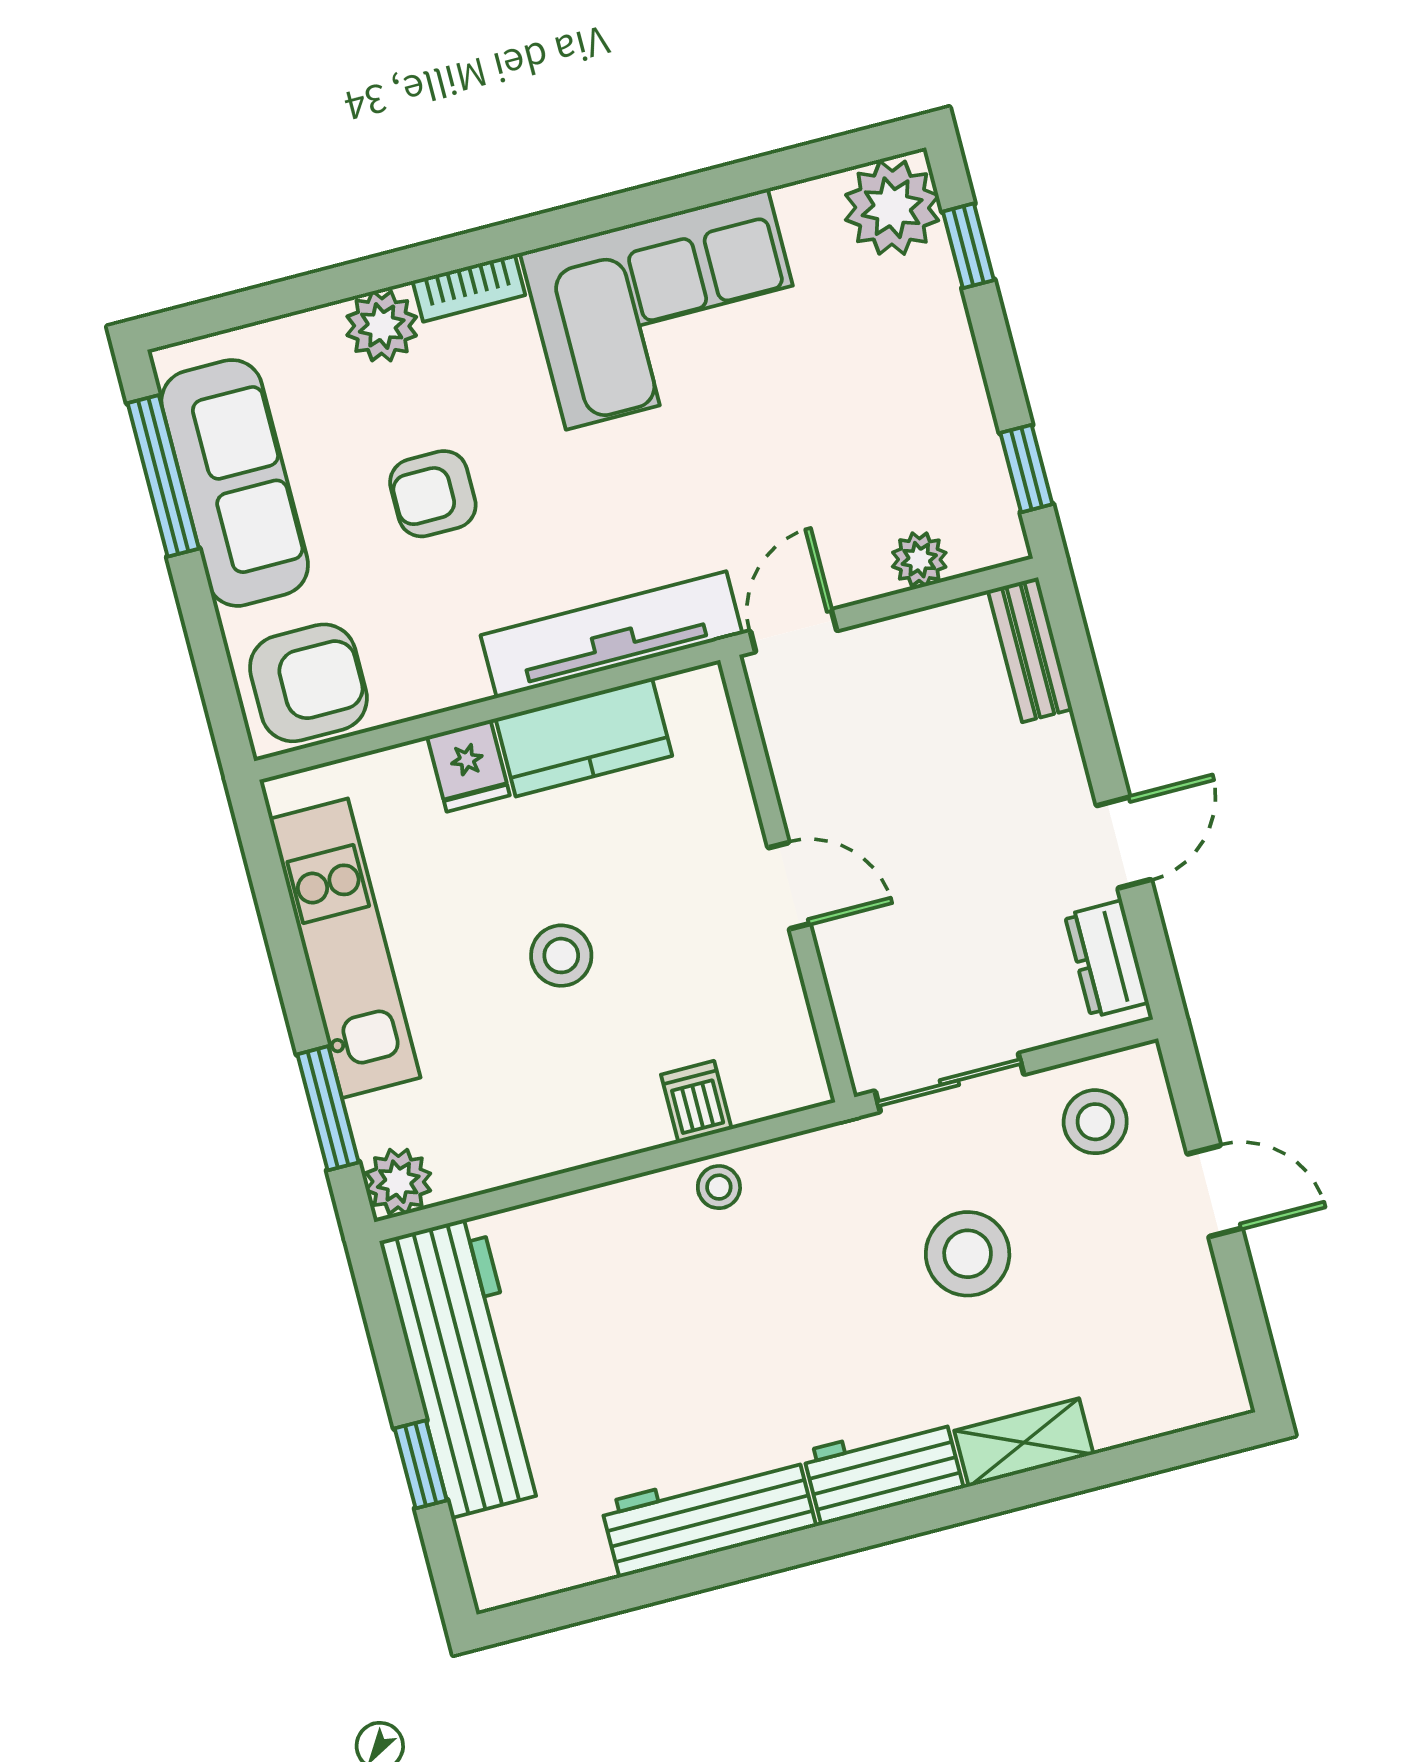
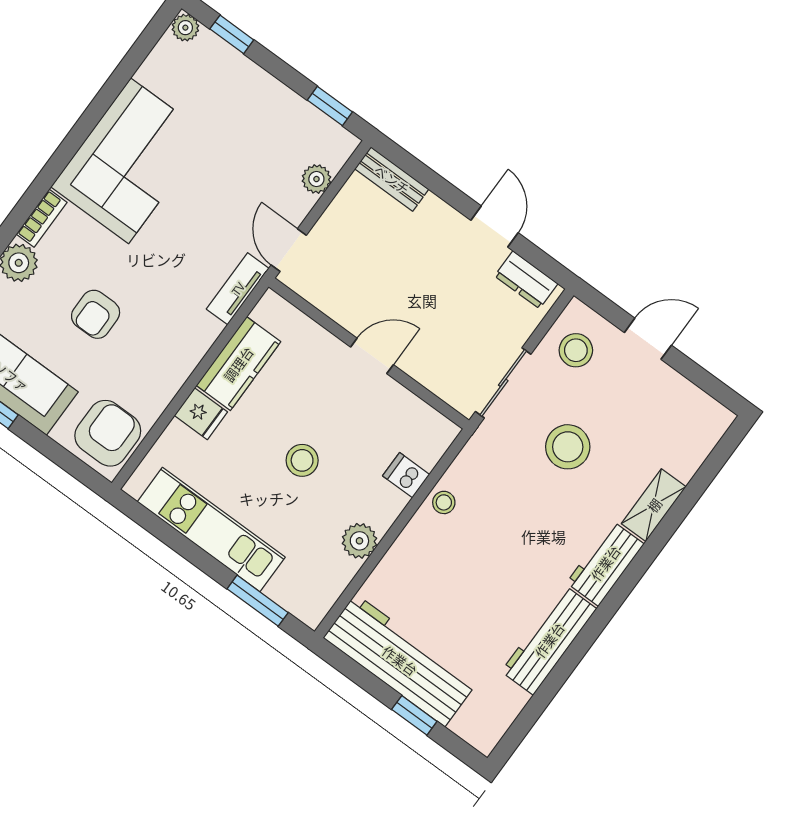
plant: (892, 208) -> (185, 28), width x0.53, depth x0.53
tv unit: (612, 635) -> (238, 289), width x0.52, depth x0.78
plant: (398, 1182) -> (359, 541), moved

